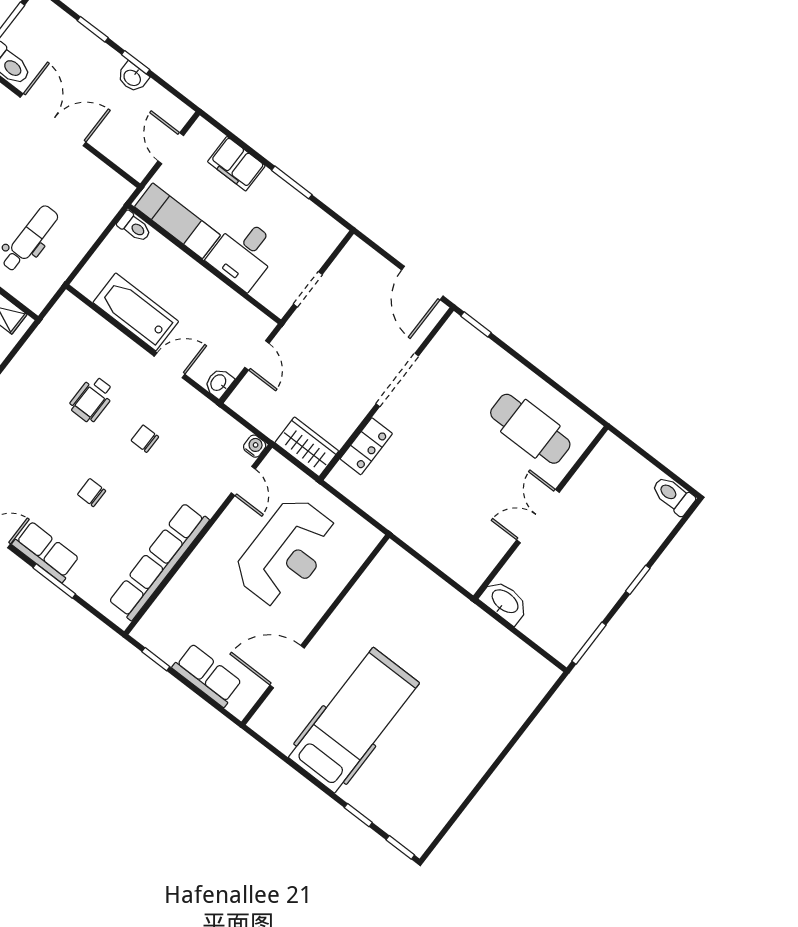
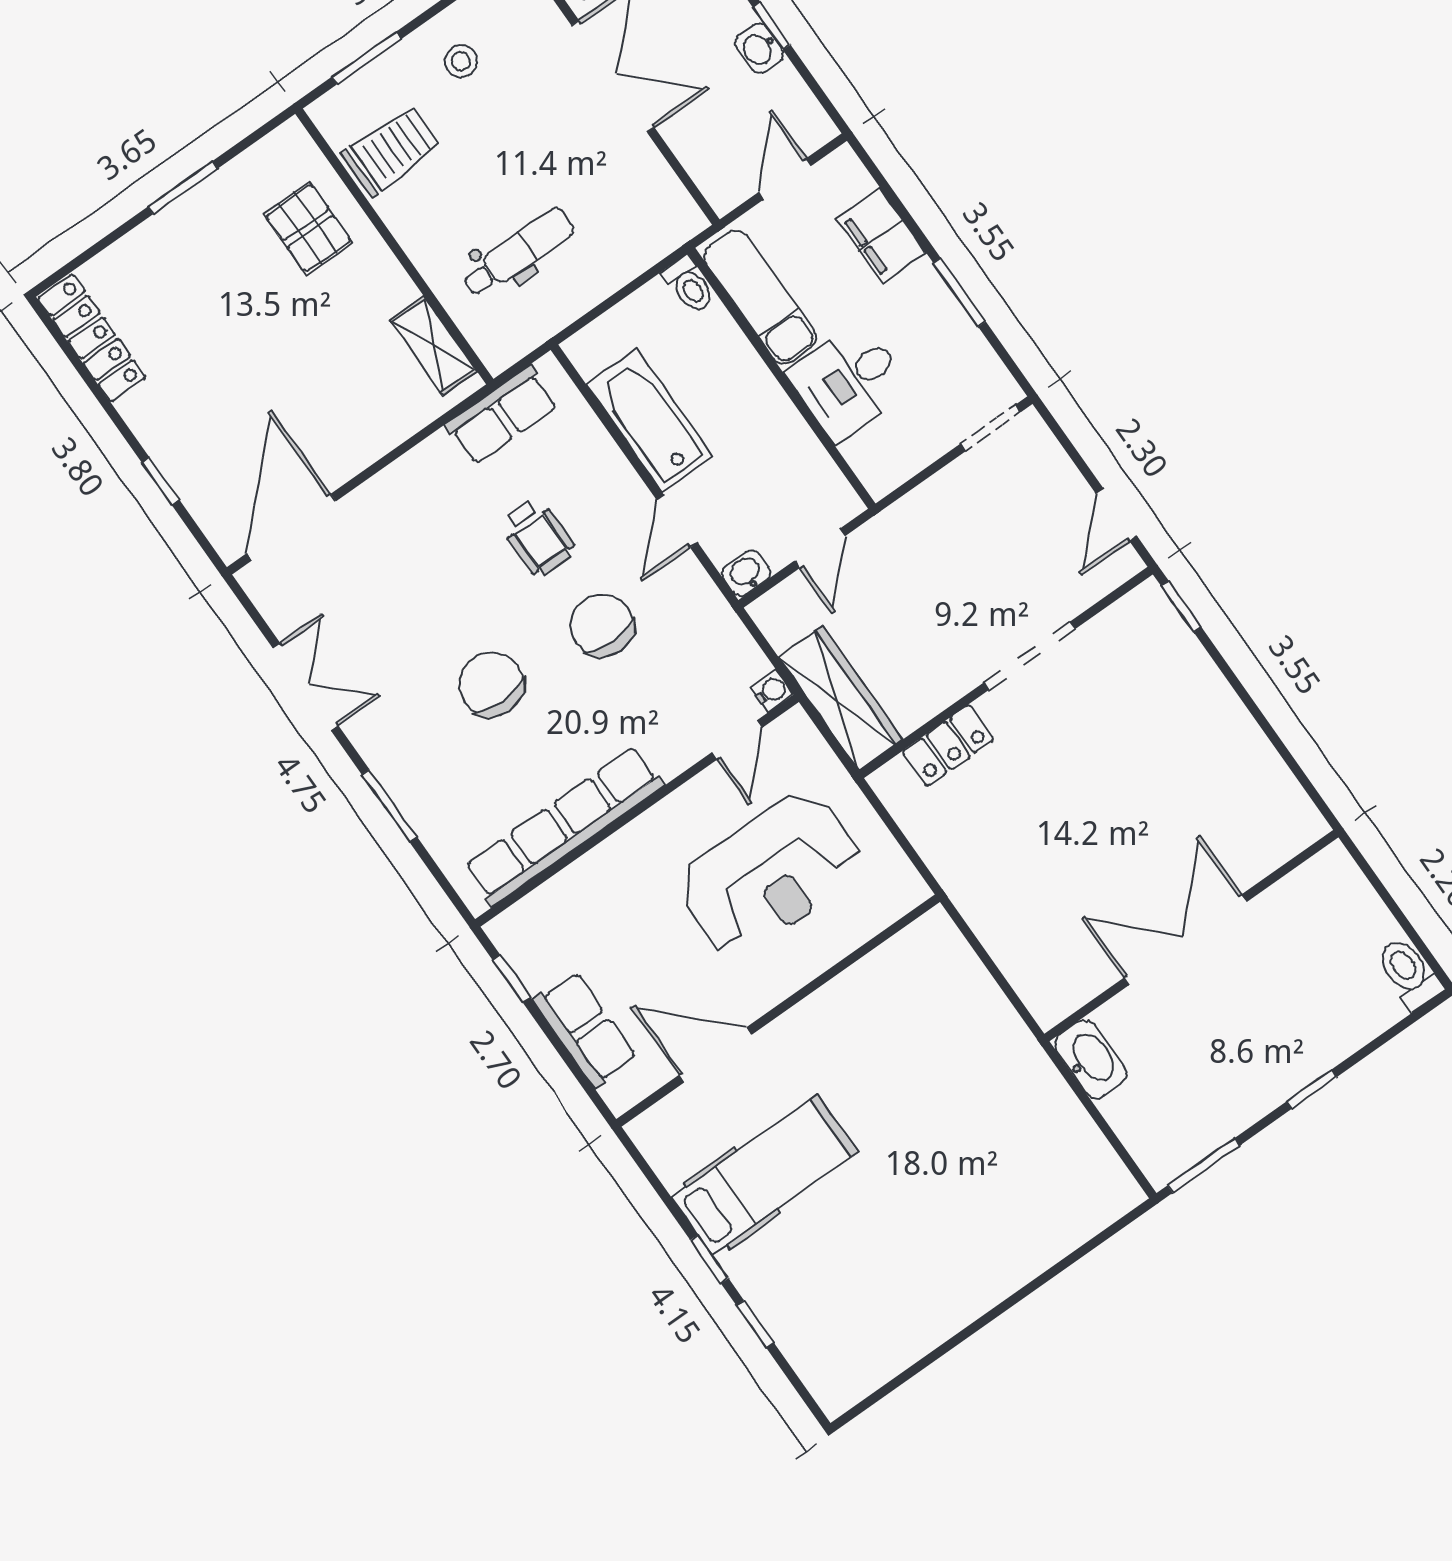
door: (422, 283) -> (1117, 515), width x0.73
doorway: (308, 289) -> (991, 428), moved
door: (170, 365) -> (677, 521), swing flipped
wheelchair: (92, 399) -> (538, 537), turned -90
cafe table: (530, 429) -> (1216, 798), removed
chair: (145, 439) -> (602, 625), width x1.87, depth x1.87
wardrobe: (307, 447) -> (840, 698), width x1.50
chair: (92, 493) -> (491, 684), width x1.87, depth x1.87
double door: (538, 516) -> (1185, 940), width x1.37
row of seats: (46, 552) -> (502, 415), moved, turned 90
hospital bed: (354, 720) -> (765, 1175), width x0.73, depth x0.78
window: (400, 847) -> (709, 1259), moved

